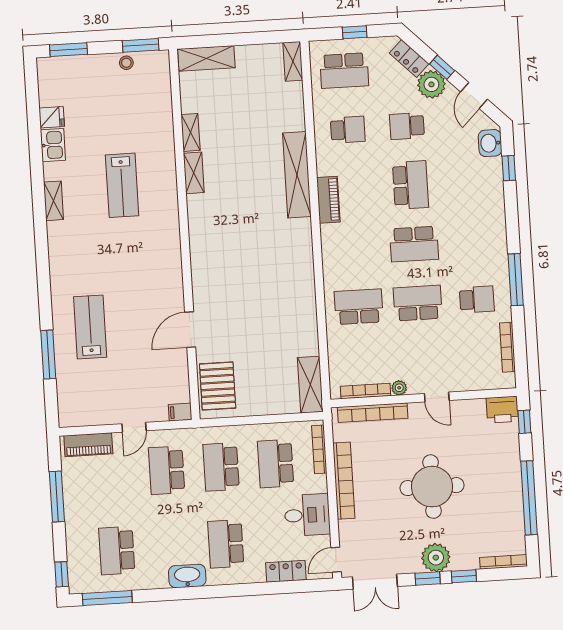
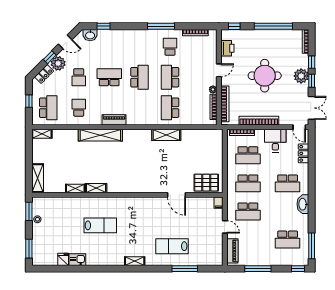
shelving: (53, 201) -> (135, 261), moved
shelving: (310, 385) -> (166, 135), moved
printer: (502, 410) -> (227, 48), moved

